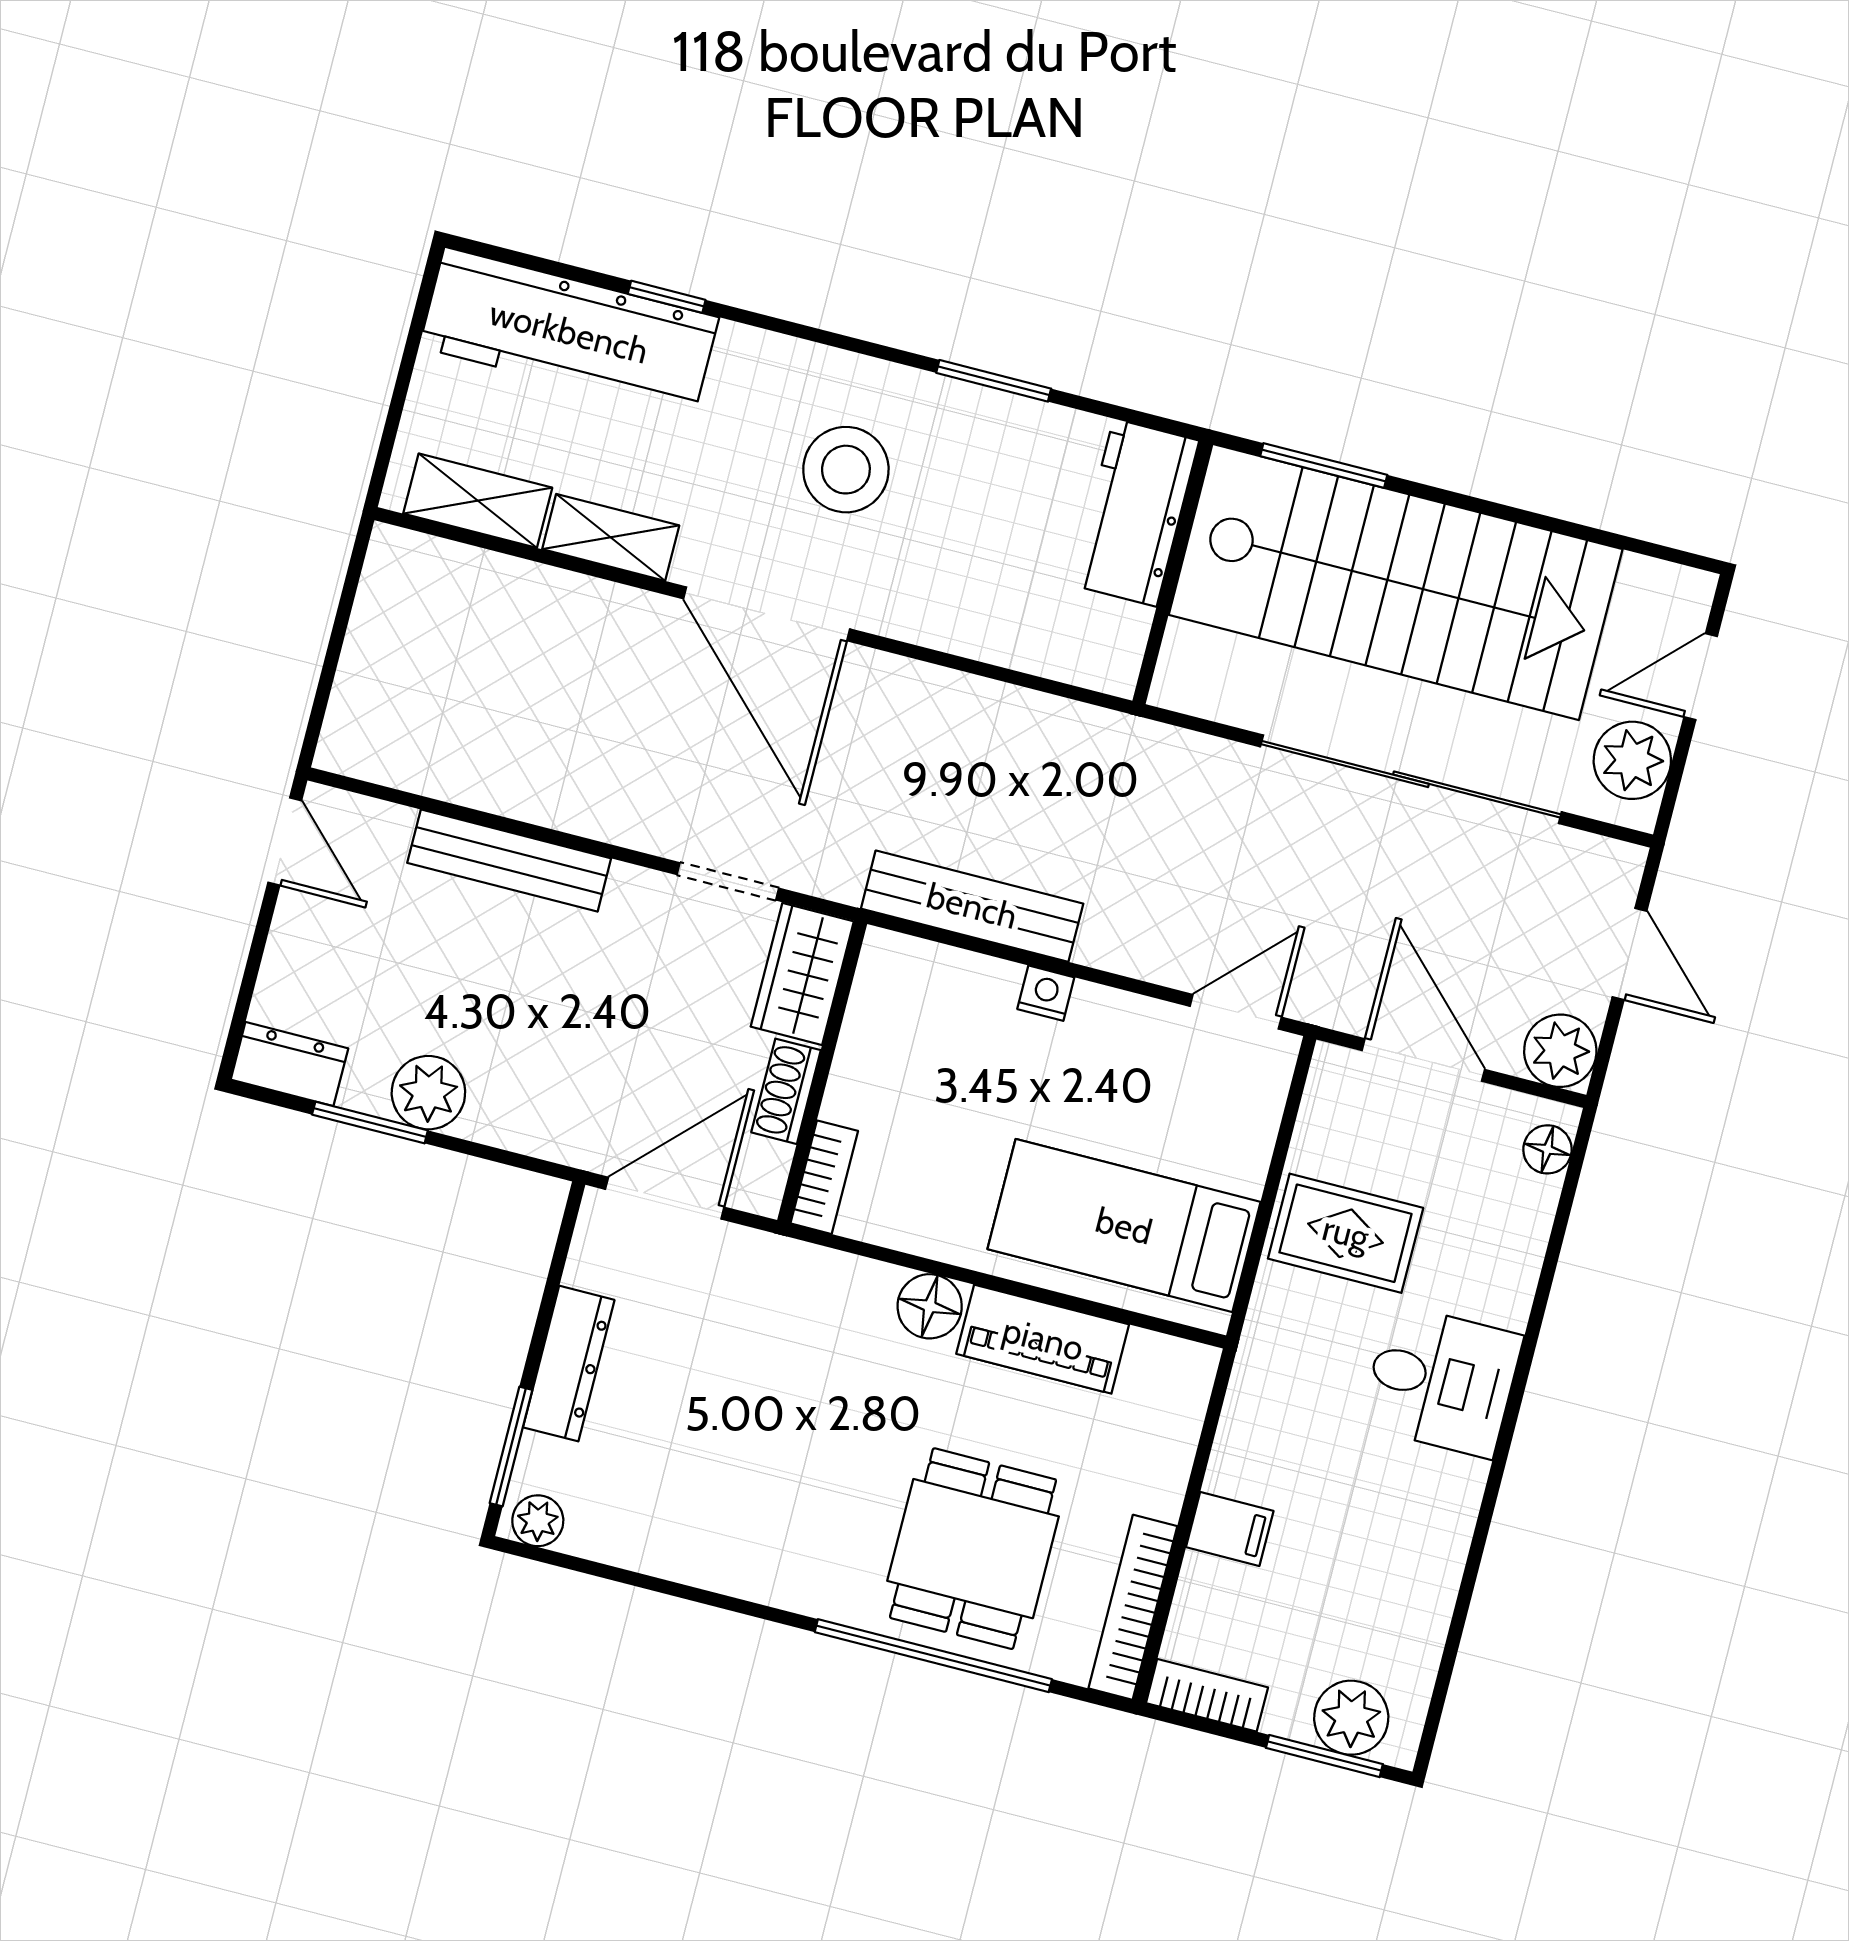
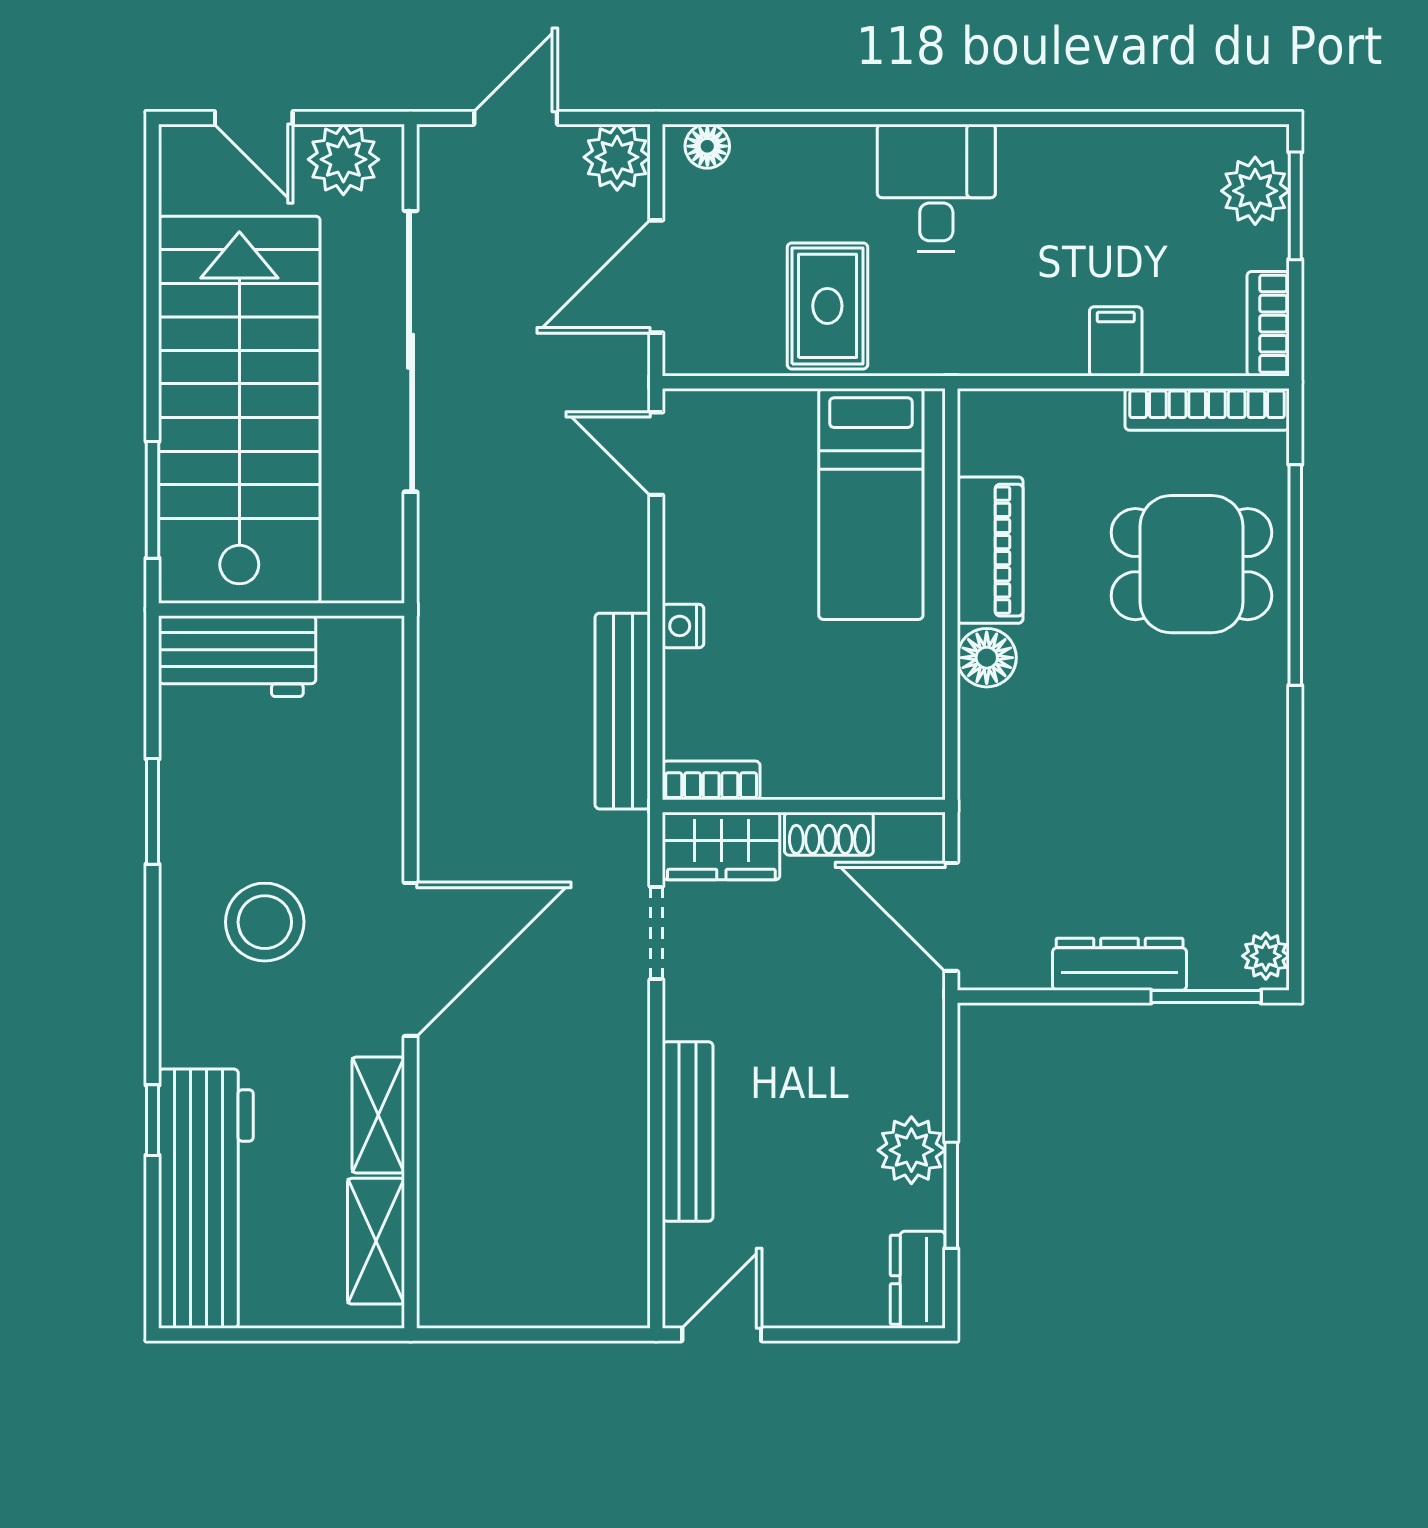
bookcase: (824, 1177) -> (711, 780), moved

